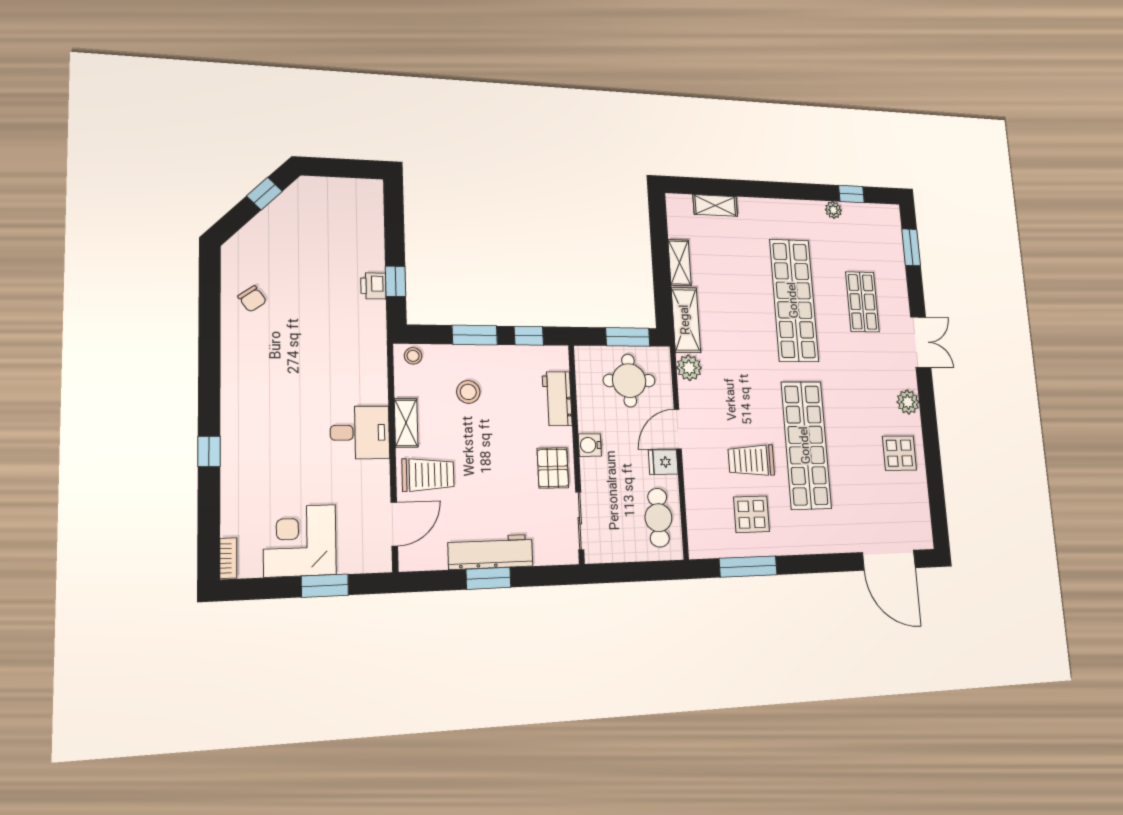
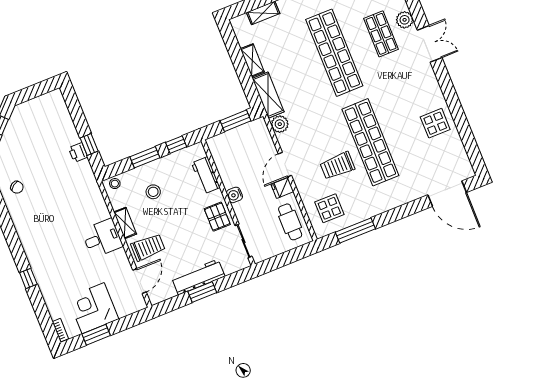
round table: (629, 381) -> (245, 147), removed
plant: (908, 402) -> (405, 20), moved
display table: (751, 514) -> (329, 208), moved
window: (325, 586) -> (96, 335), moved

